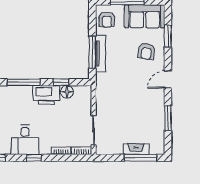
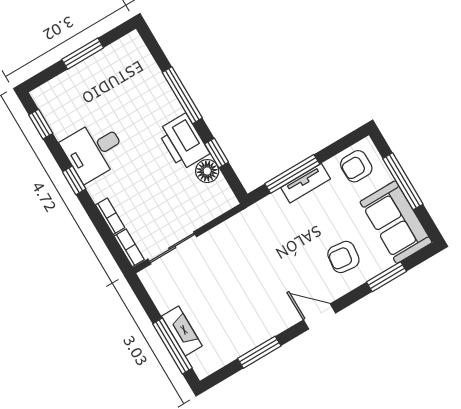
tv unit: (101, 54) -> (306, 183), width x0.71

